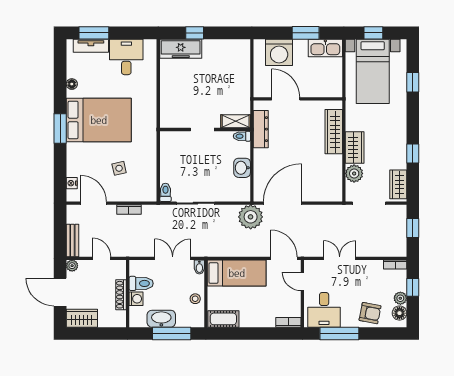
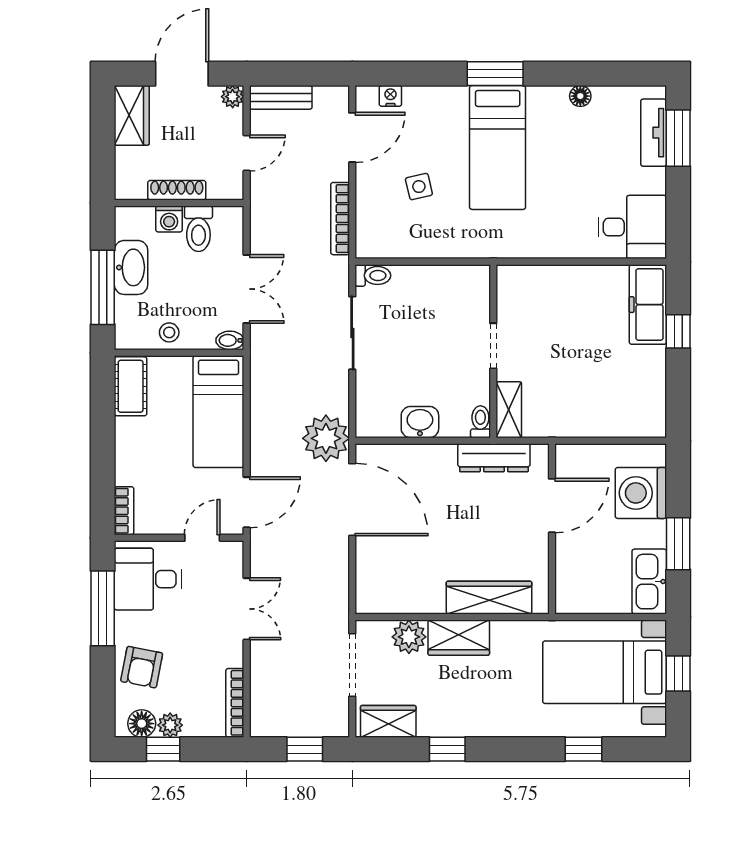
desk: (126, 57) -> (632, 227), moved
bed: (99, 120) -> (498, 147), width x0.67
bookcase: (129, 209) -> (340, 219), width x1.56
bookcase: (395, 264) -> (235, 703), width x1.56
window: (413, 287) -> (163, 749), moved

